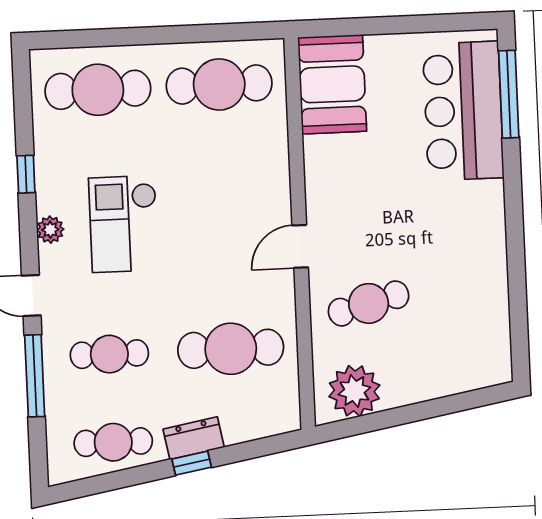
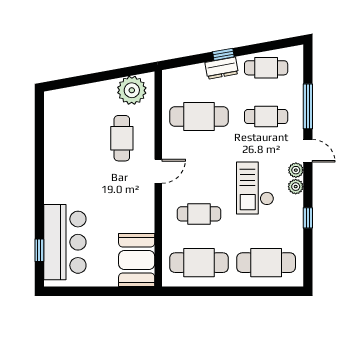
window: (509, 94) -> (39, 250), width x0.46
cafe table: (223, 173) -> (199, 214), added
checkout: (124, 224) -> (255, 188), turned 180
plant: (51, 259) -> (296, 170), added
cafe table: (369, 303) -> (122, 138), turned -75

